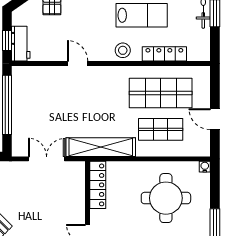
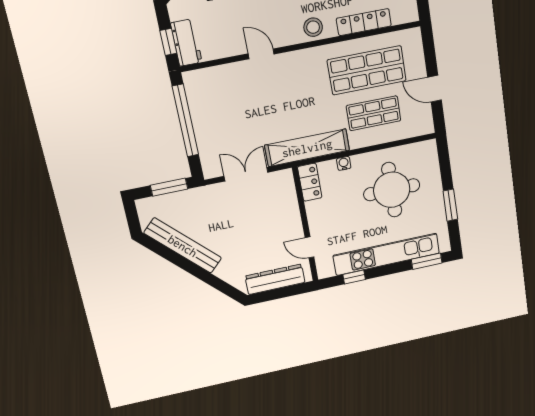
water cooler: (205, 167) -> (344, 163), moved
locker: (98, 185) -> (310, 182), width x0.66

